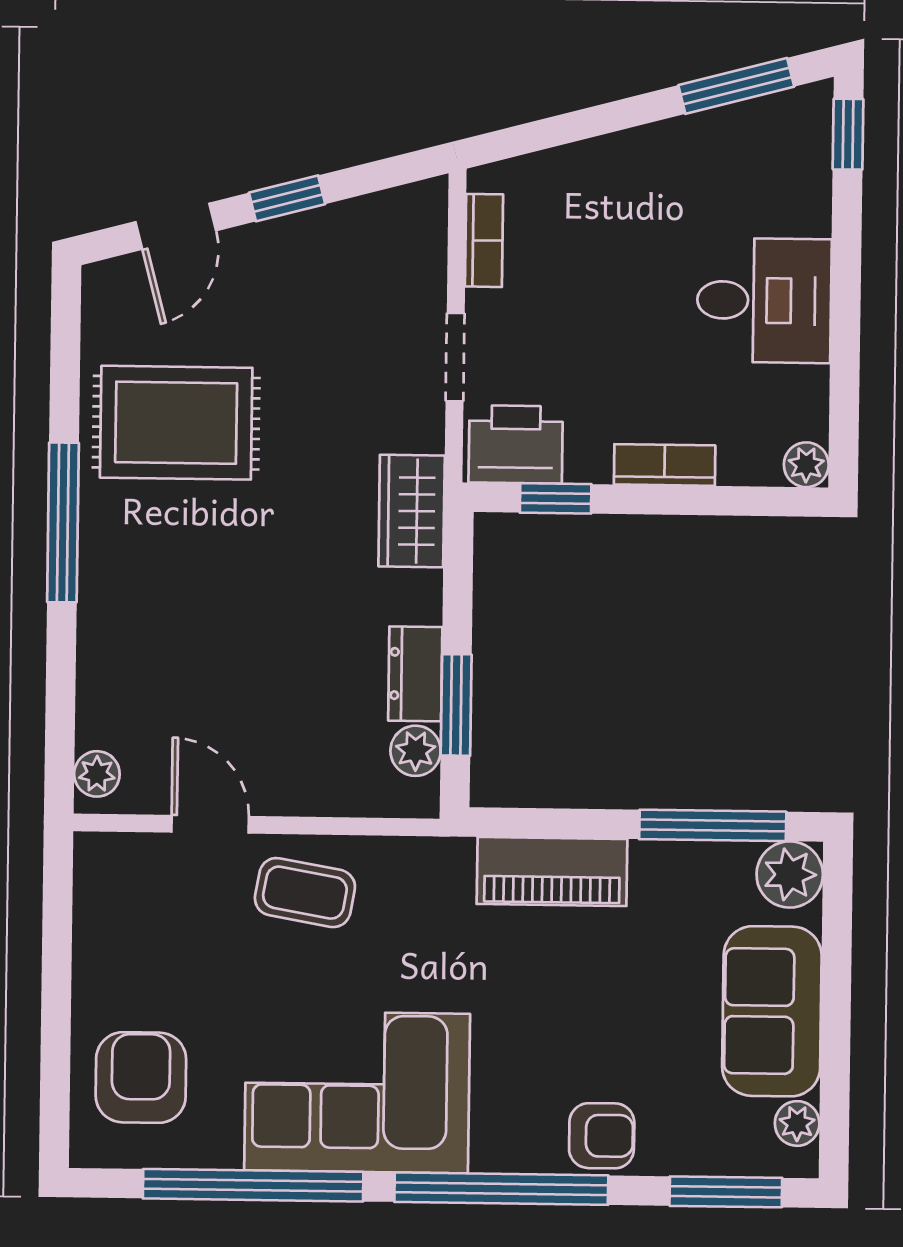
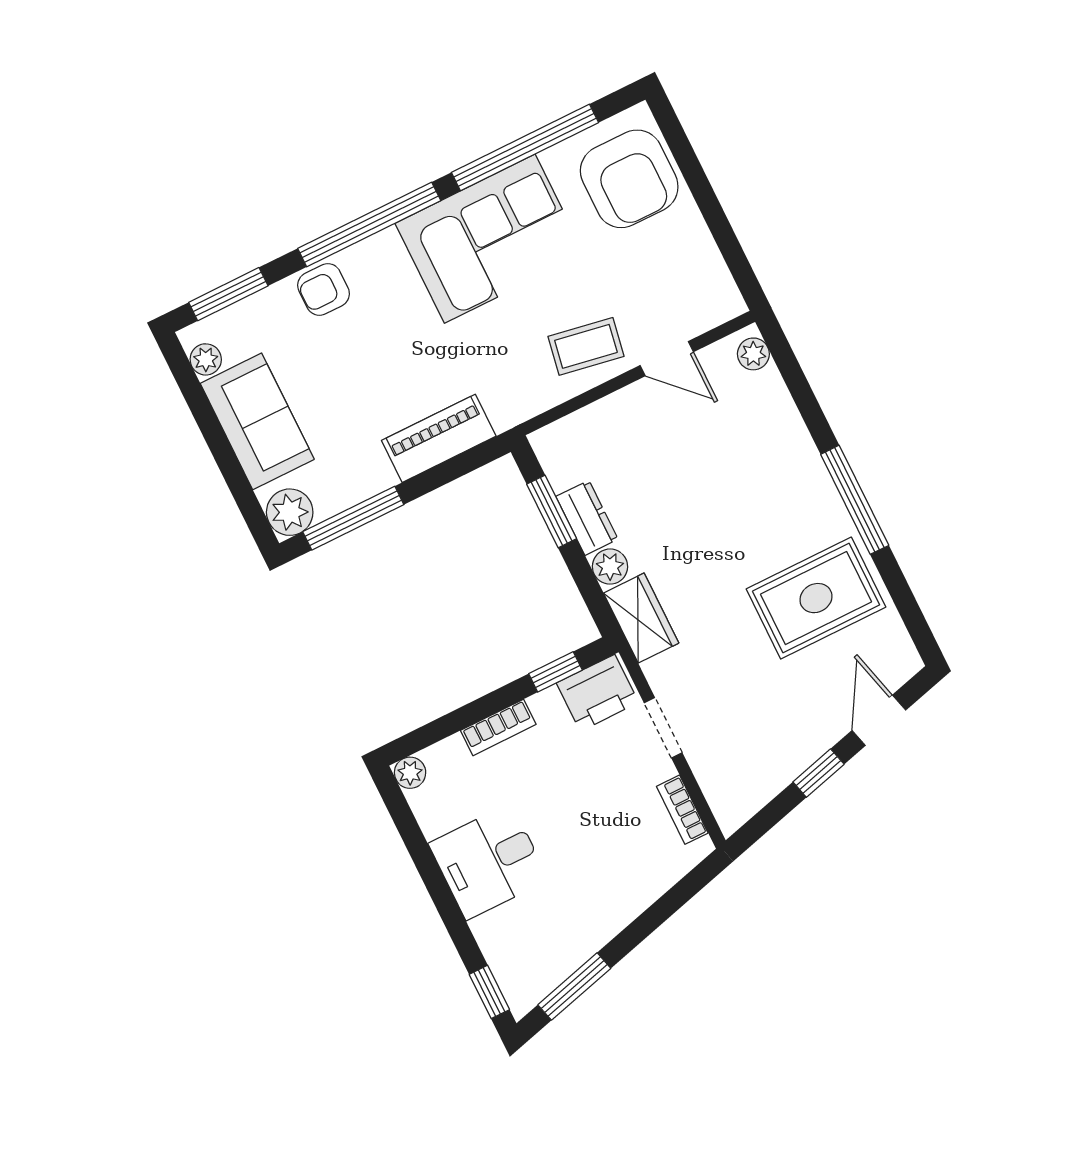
plant: (416, 751) -> (610, 567), moved
armchair: (141, 1078) -> (629, 179), width x1.36, depth x1.36

